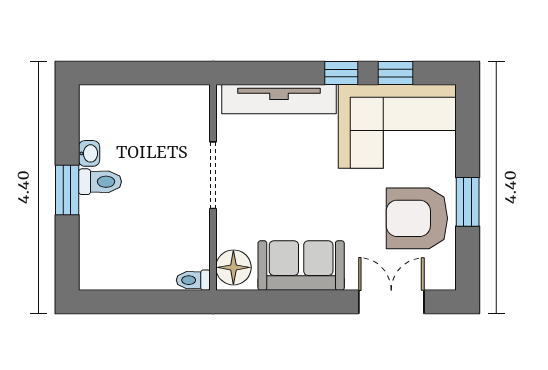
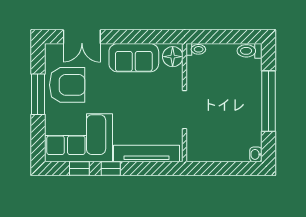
washbasin: (89, 153) -> (256, 154), moved
toilet: (100, 182) -> (250, 51), moved
window: (67, 190) -> (268, 101), width x2.11
window: (468, 202) -> (38, 94), width x1.44

